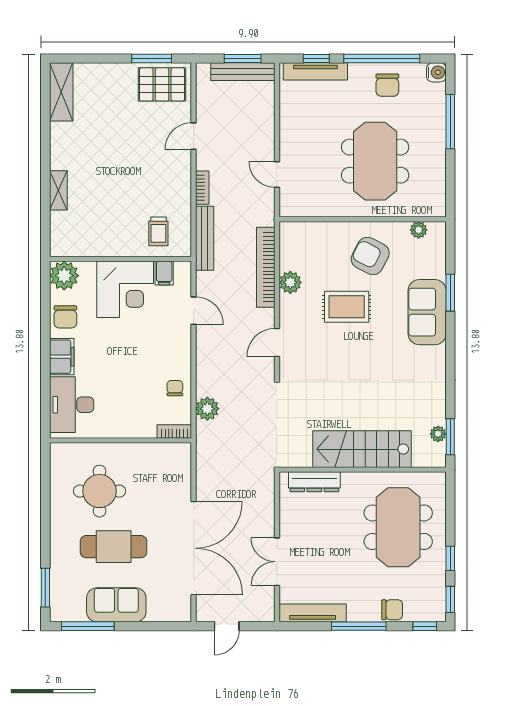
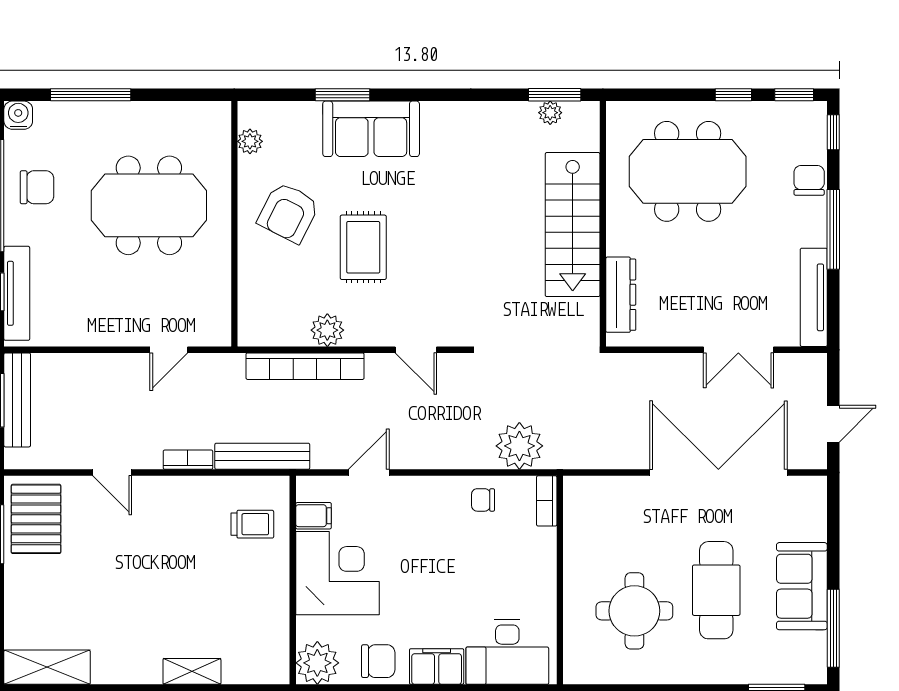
plant: (207, 409) -> (519, 446), width x1.36, depth x1.36
door: (227, 626) -> (833, 424), hinge flipped

